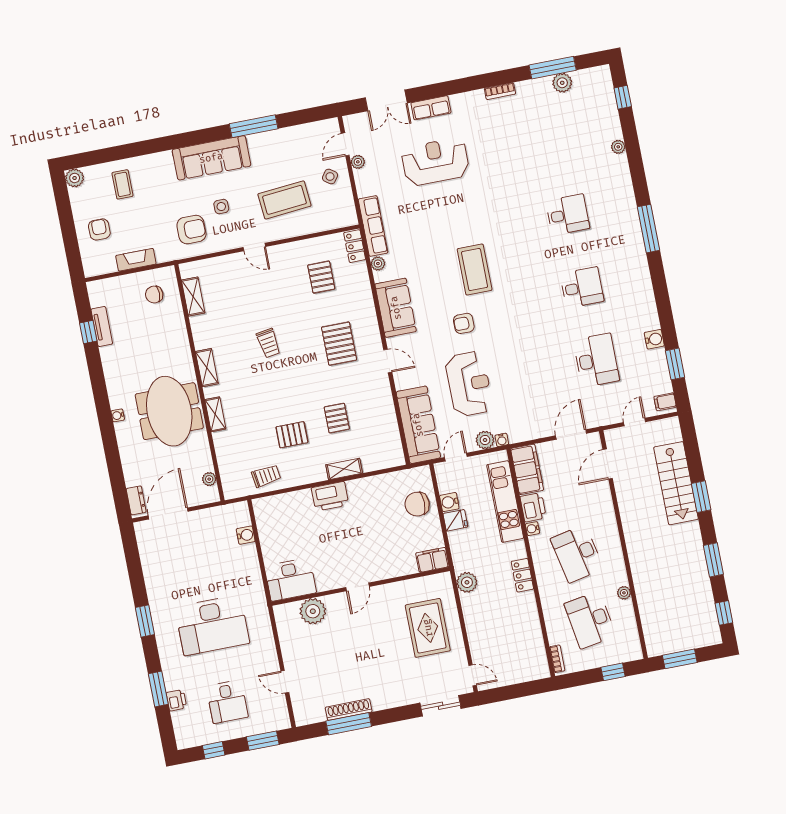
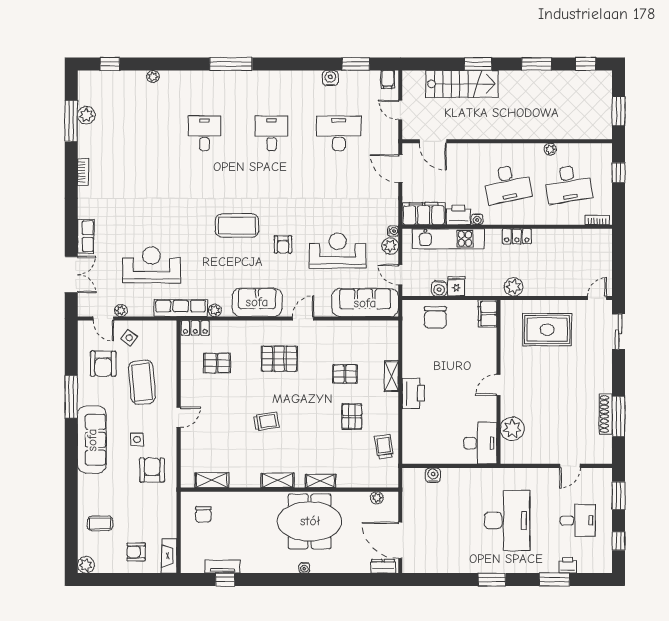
armchair: (296, 154) -> (103, 364), added
reception desk: (435, 162) -> (151, 265), moved, turned 90
fireplace: (136, 260) -> (169, 556), moved
door: (357, 587) -> (499, 385), swing flipped

